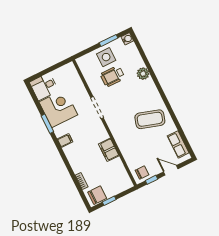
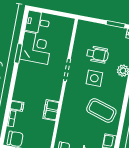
side table: (106, 57) -> (94, 78), moved
wheelchair: (112, 76) -> (97, 55), turned 180
filing cabinet: (65, 140) -> (17, 106), moved

